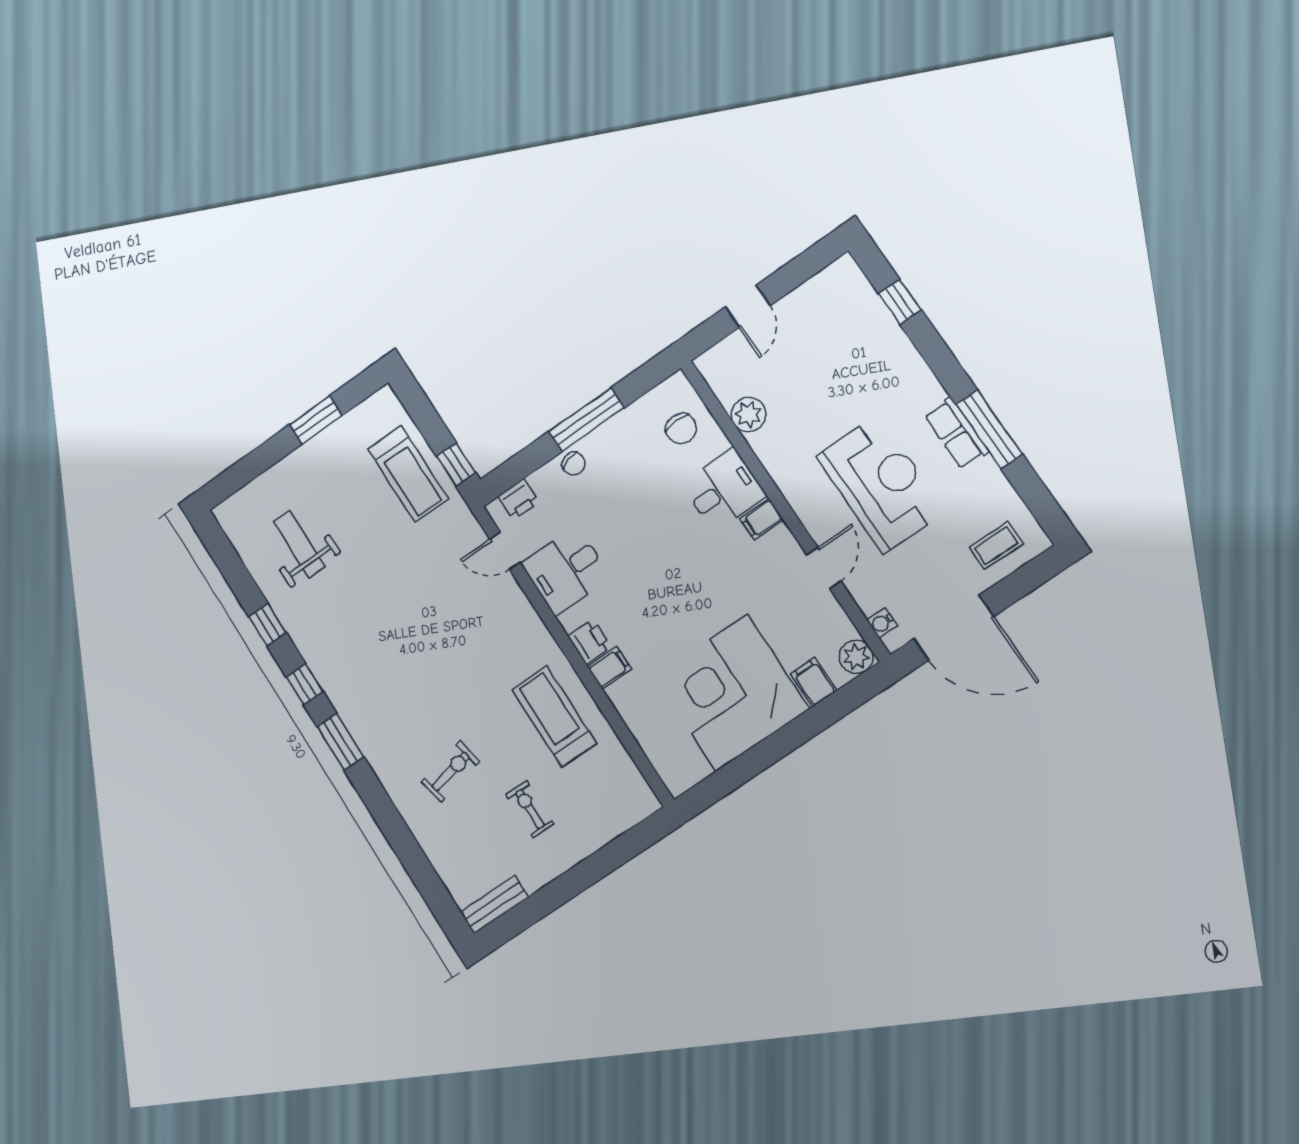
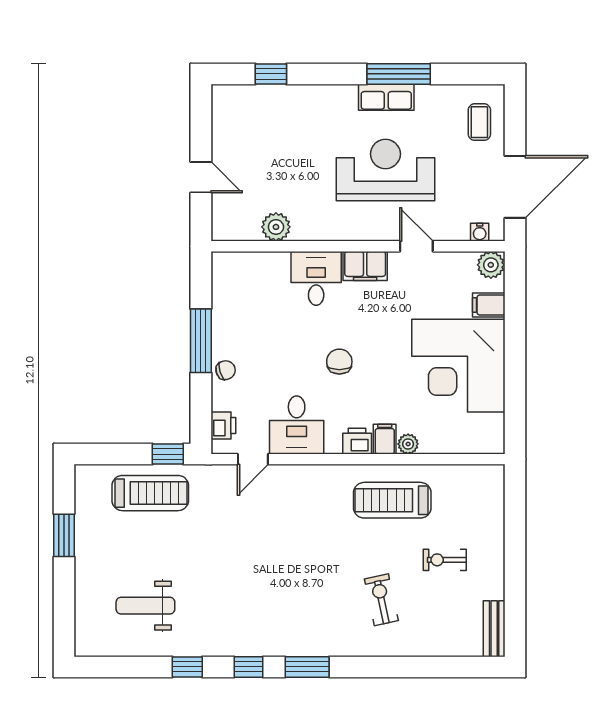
chair: (681, 428) -> (339, 362), moved, turned -90
filing cabinet: (762, 519) -> (365, 266), width x2.00
plant: (620, 695) -> (408, 444), added

